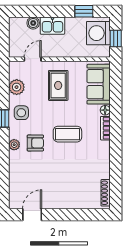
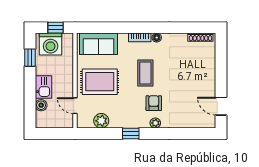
rug: (58, 85) -> (100, 82), width x1.36, depth x1.43
floor lamp: (105, 110) -> (157, 38), moved
side table: (21, 113) -> (125, 116), removed

